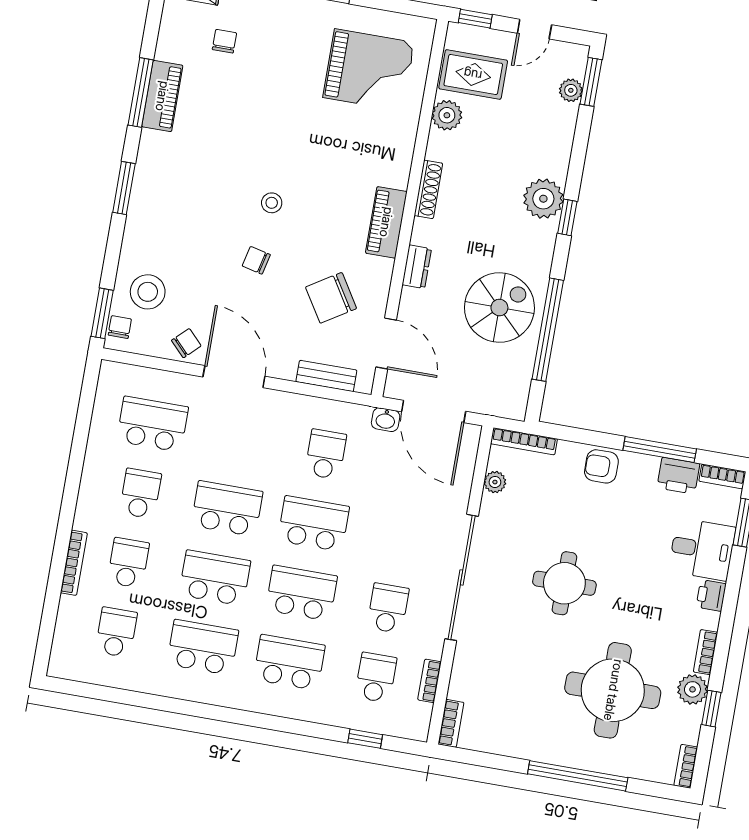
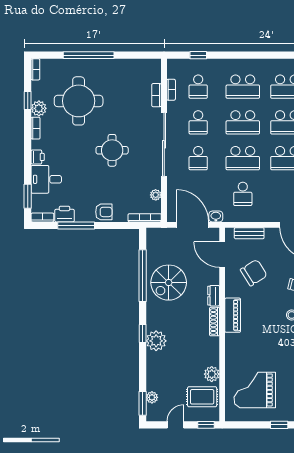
shoe rack: (428, 189) -> (214, 322), moved
school desk: (400, 539) -> (198, 158), added
bookcase: (451, 723) -> (157, 95), moved

